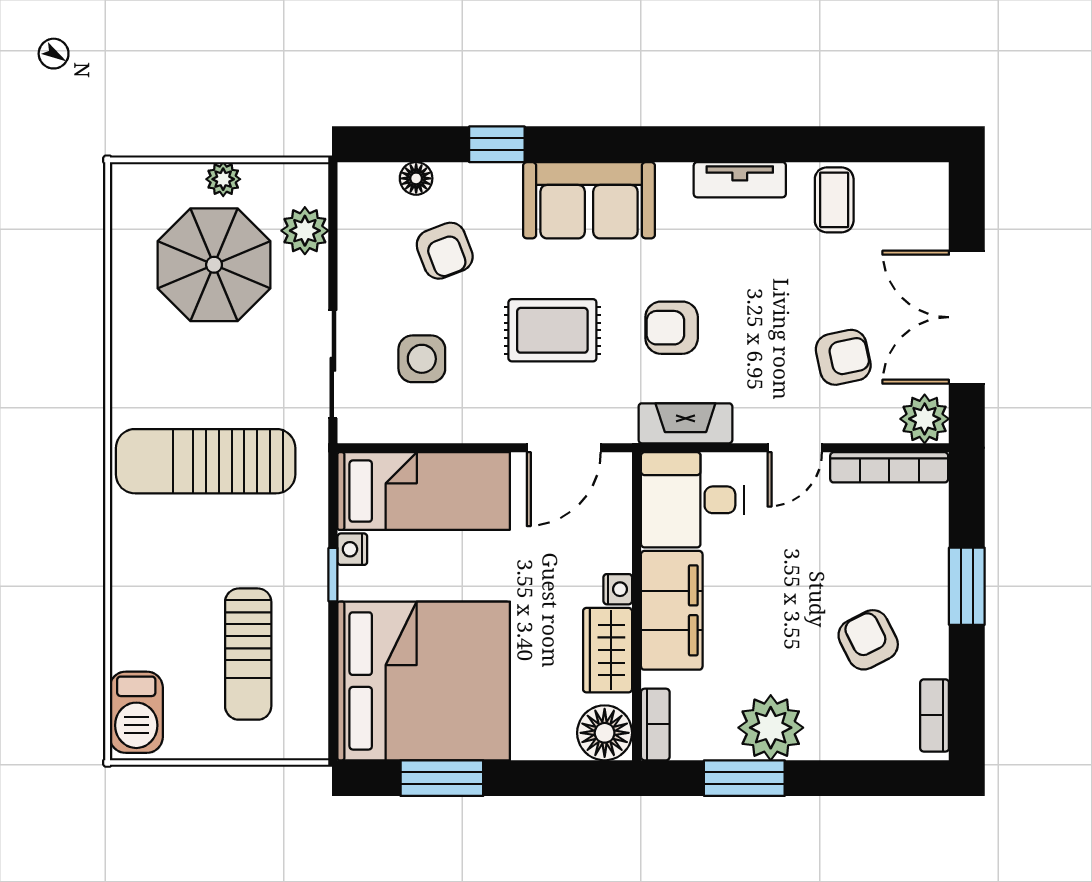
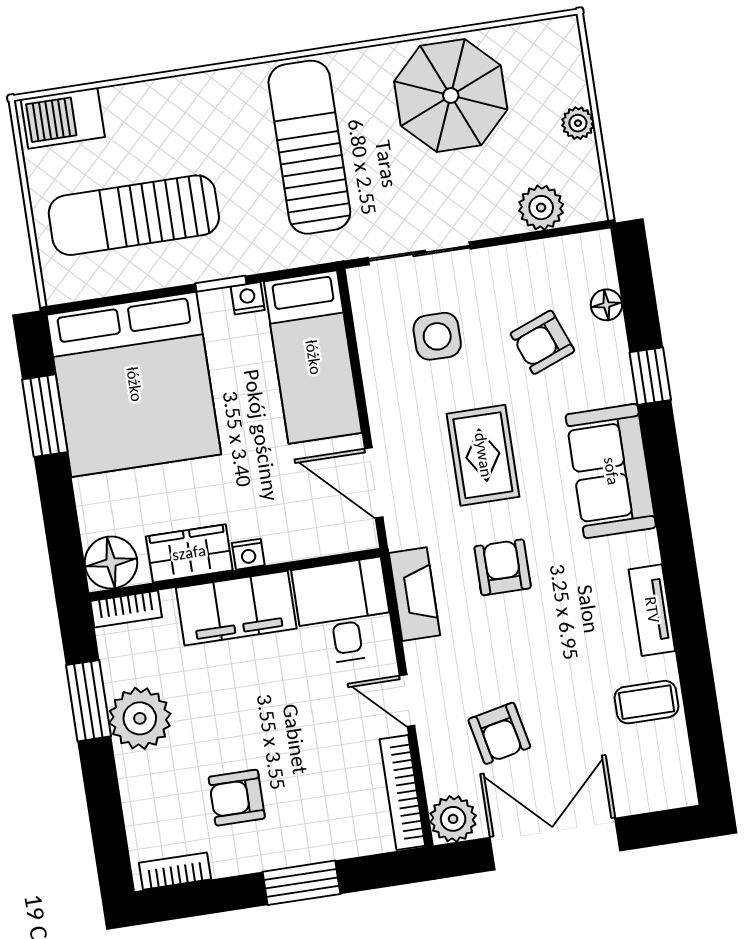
parasol: (214, 265) -> (451, 96), moved
armchair: (868, 640) -> (237, 798), turned -153
sun lounger: (248, 654) -> (134, 215), width x1.36, depth x1.34

